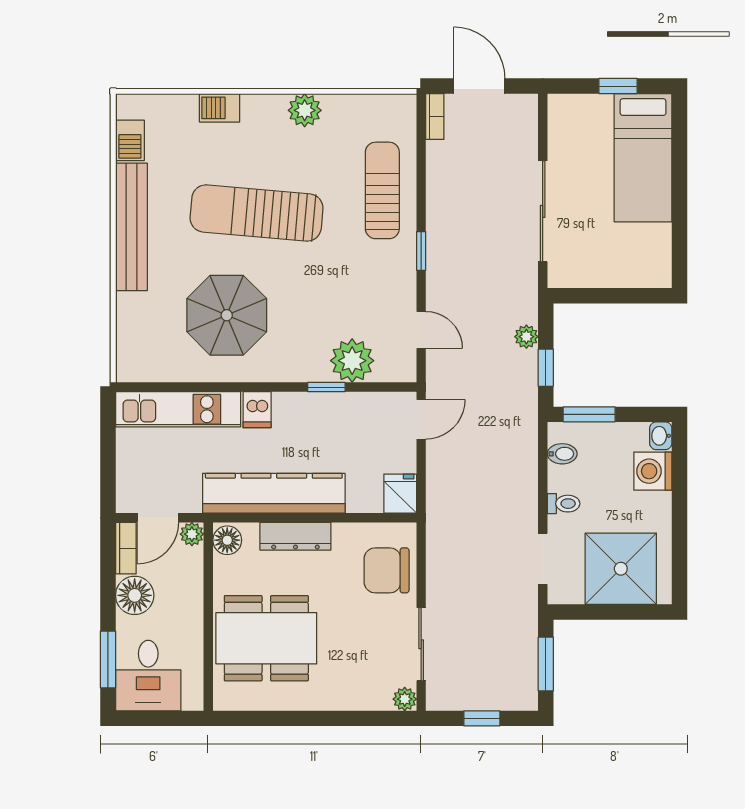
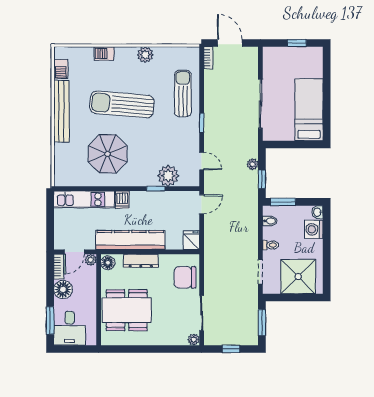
bed: (643, 158) -> (309, 110), moved, turned 180

